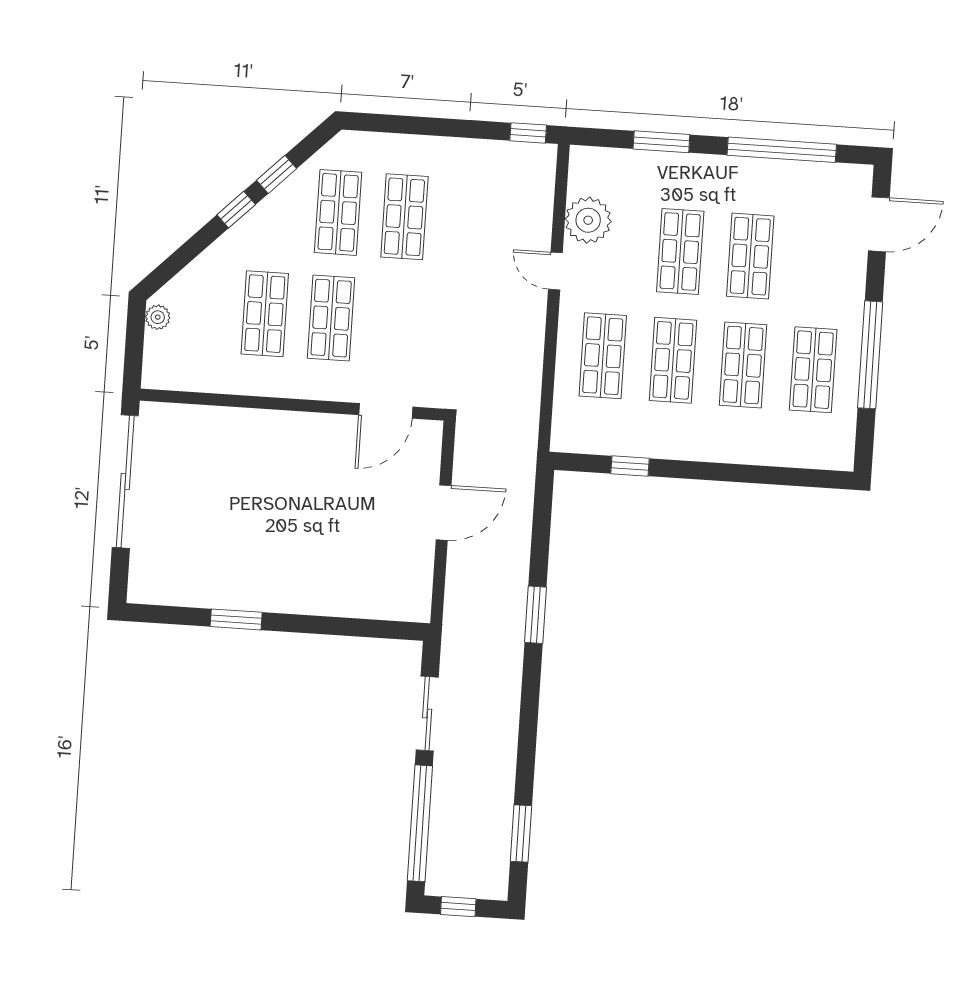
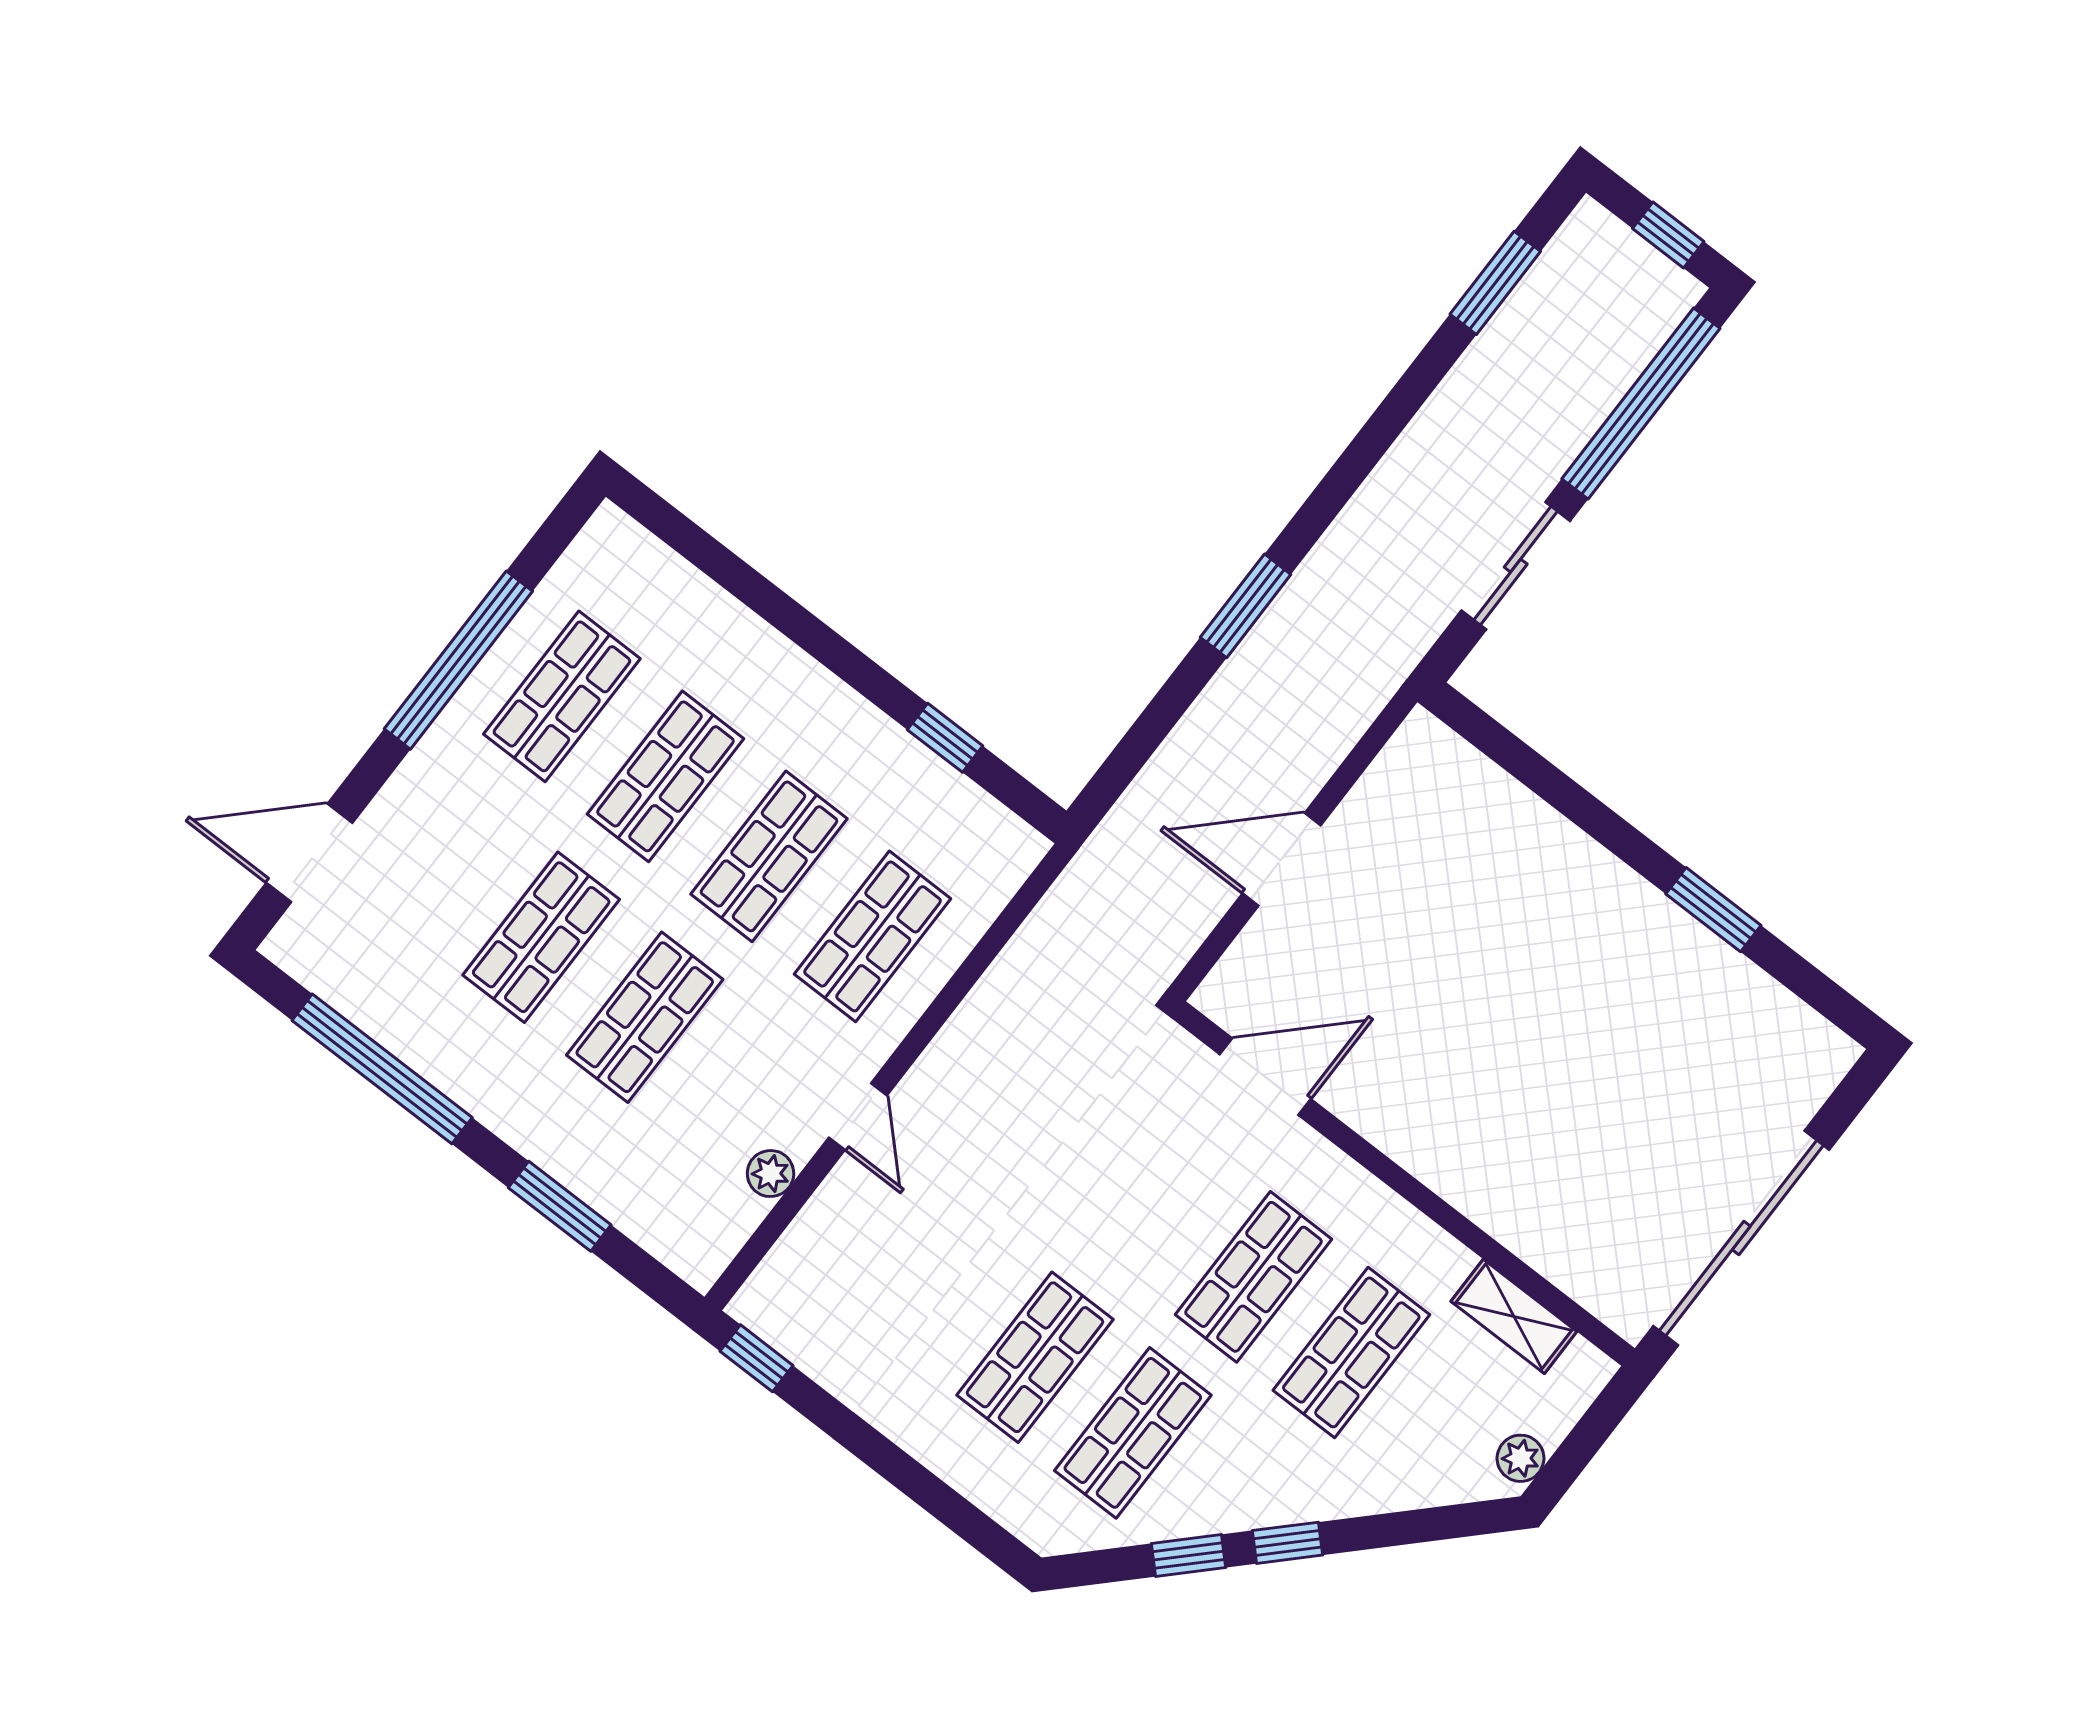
plant: (588, 220) -> (771, 1174), width x0.53, depth x0.53
shelving: (203, 378) -> (1514, 1316), added

